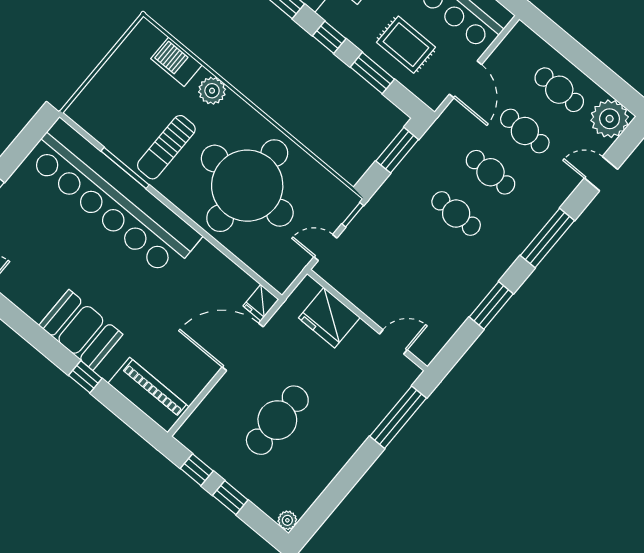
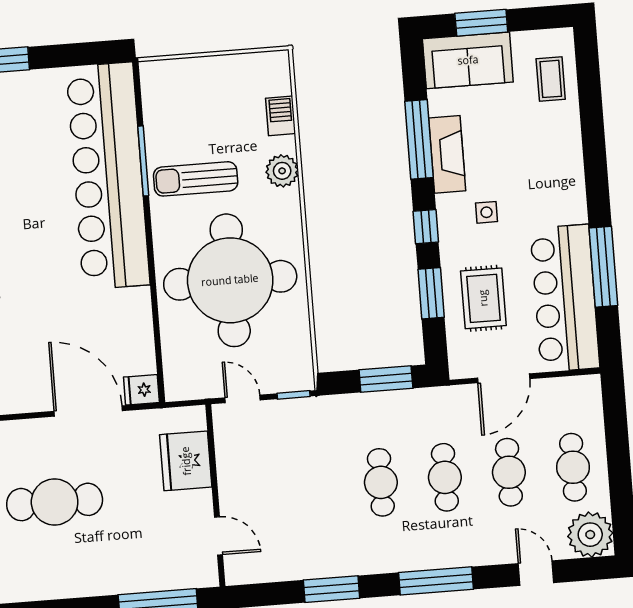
barbecue: (176, 62) -> (281, 116), width x0.73, depth x0.79

